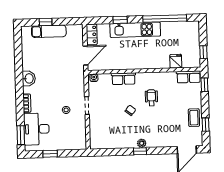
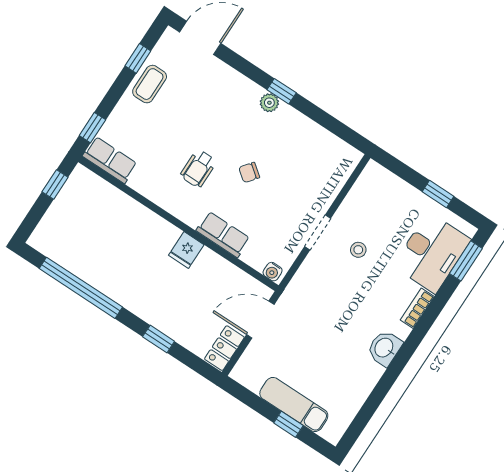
kitchen unit: (135, 30) -> (145, 304), removed
fridge: (176, 61) -> (186, 250), moved

